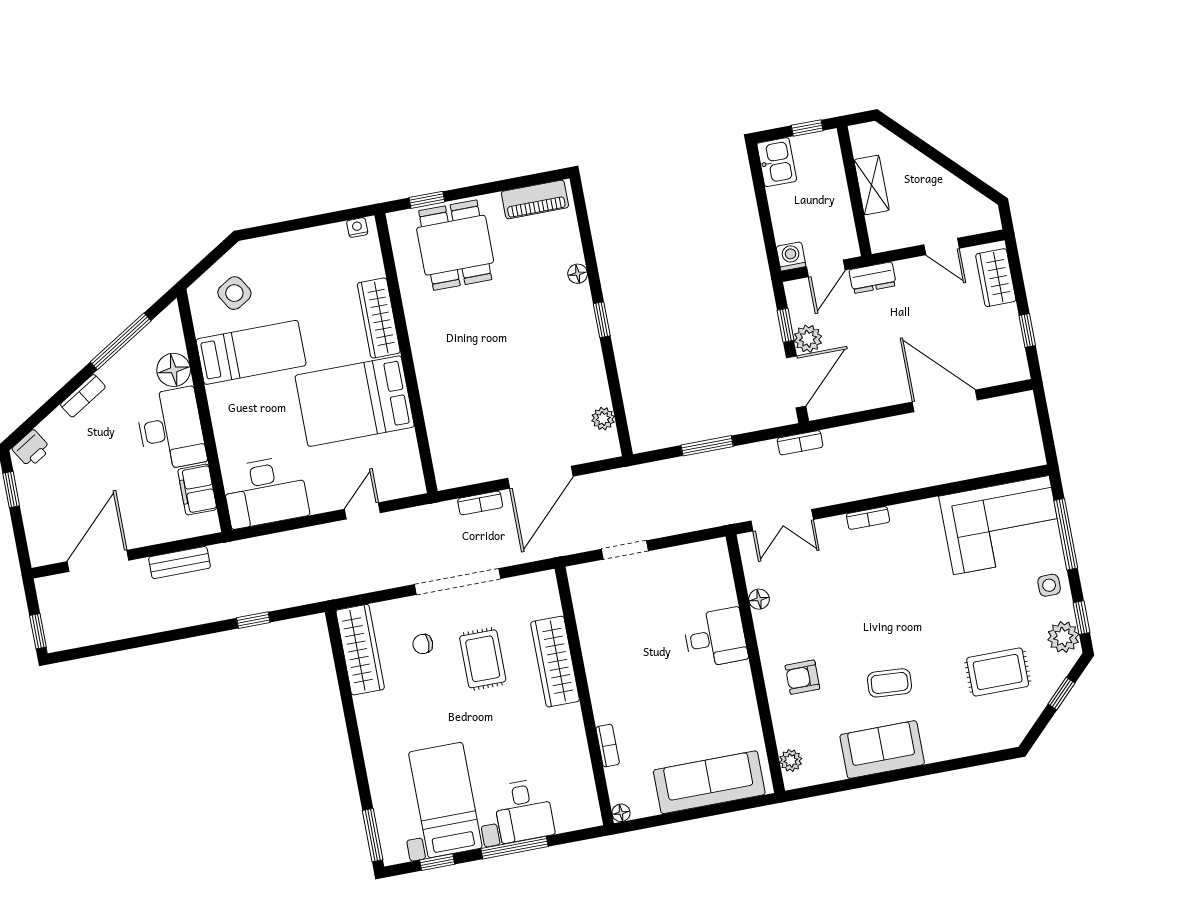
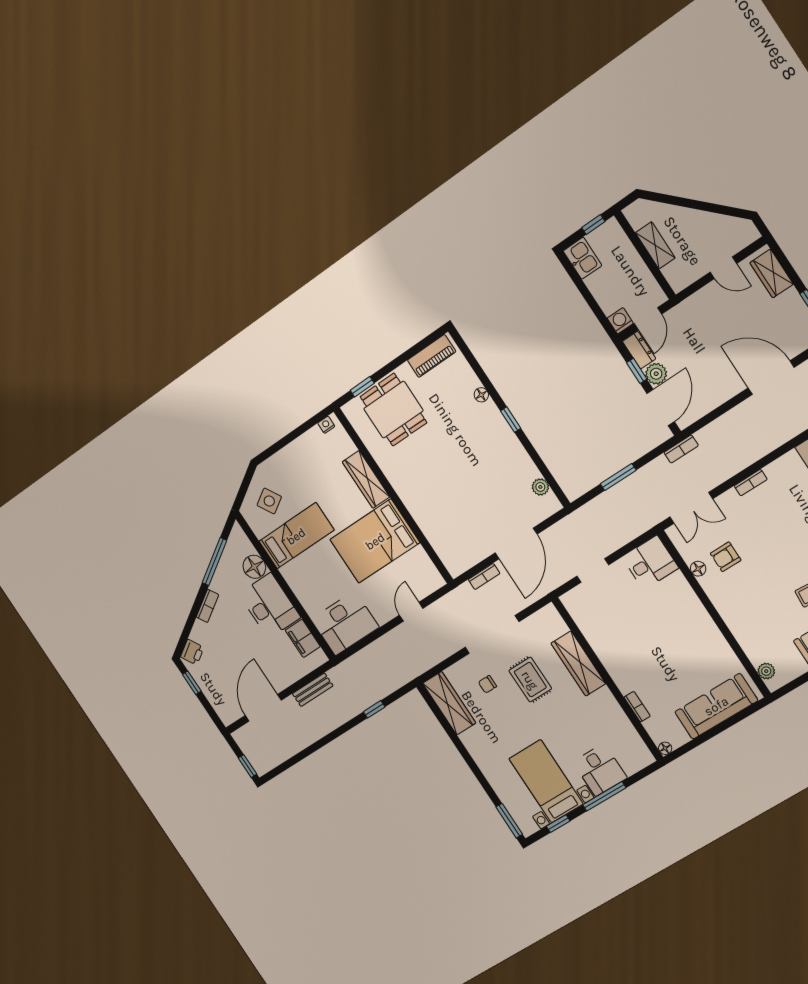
dresser: (873, 278) -> (639, 350), moved, turned -90
desk: (715, 638) -> (650, 563), moved
armchair: (802, 677) -> (726, 557), moved

